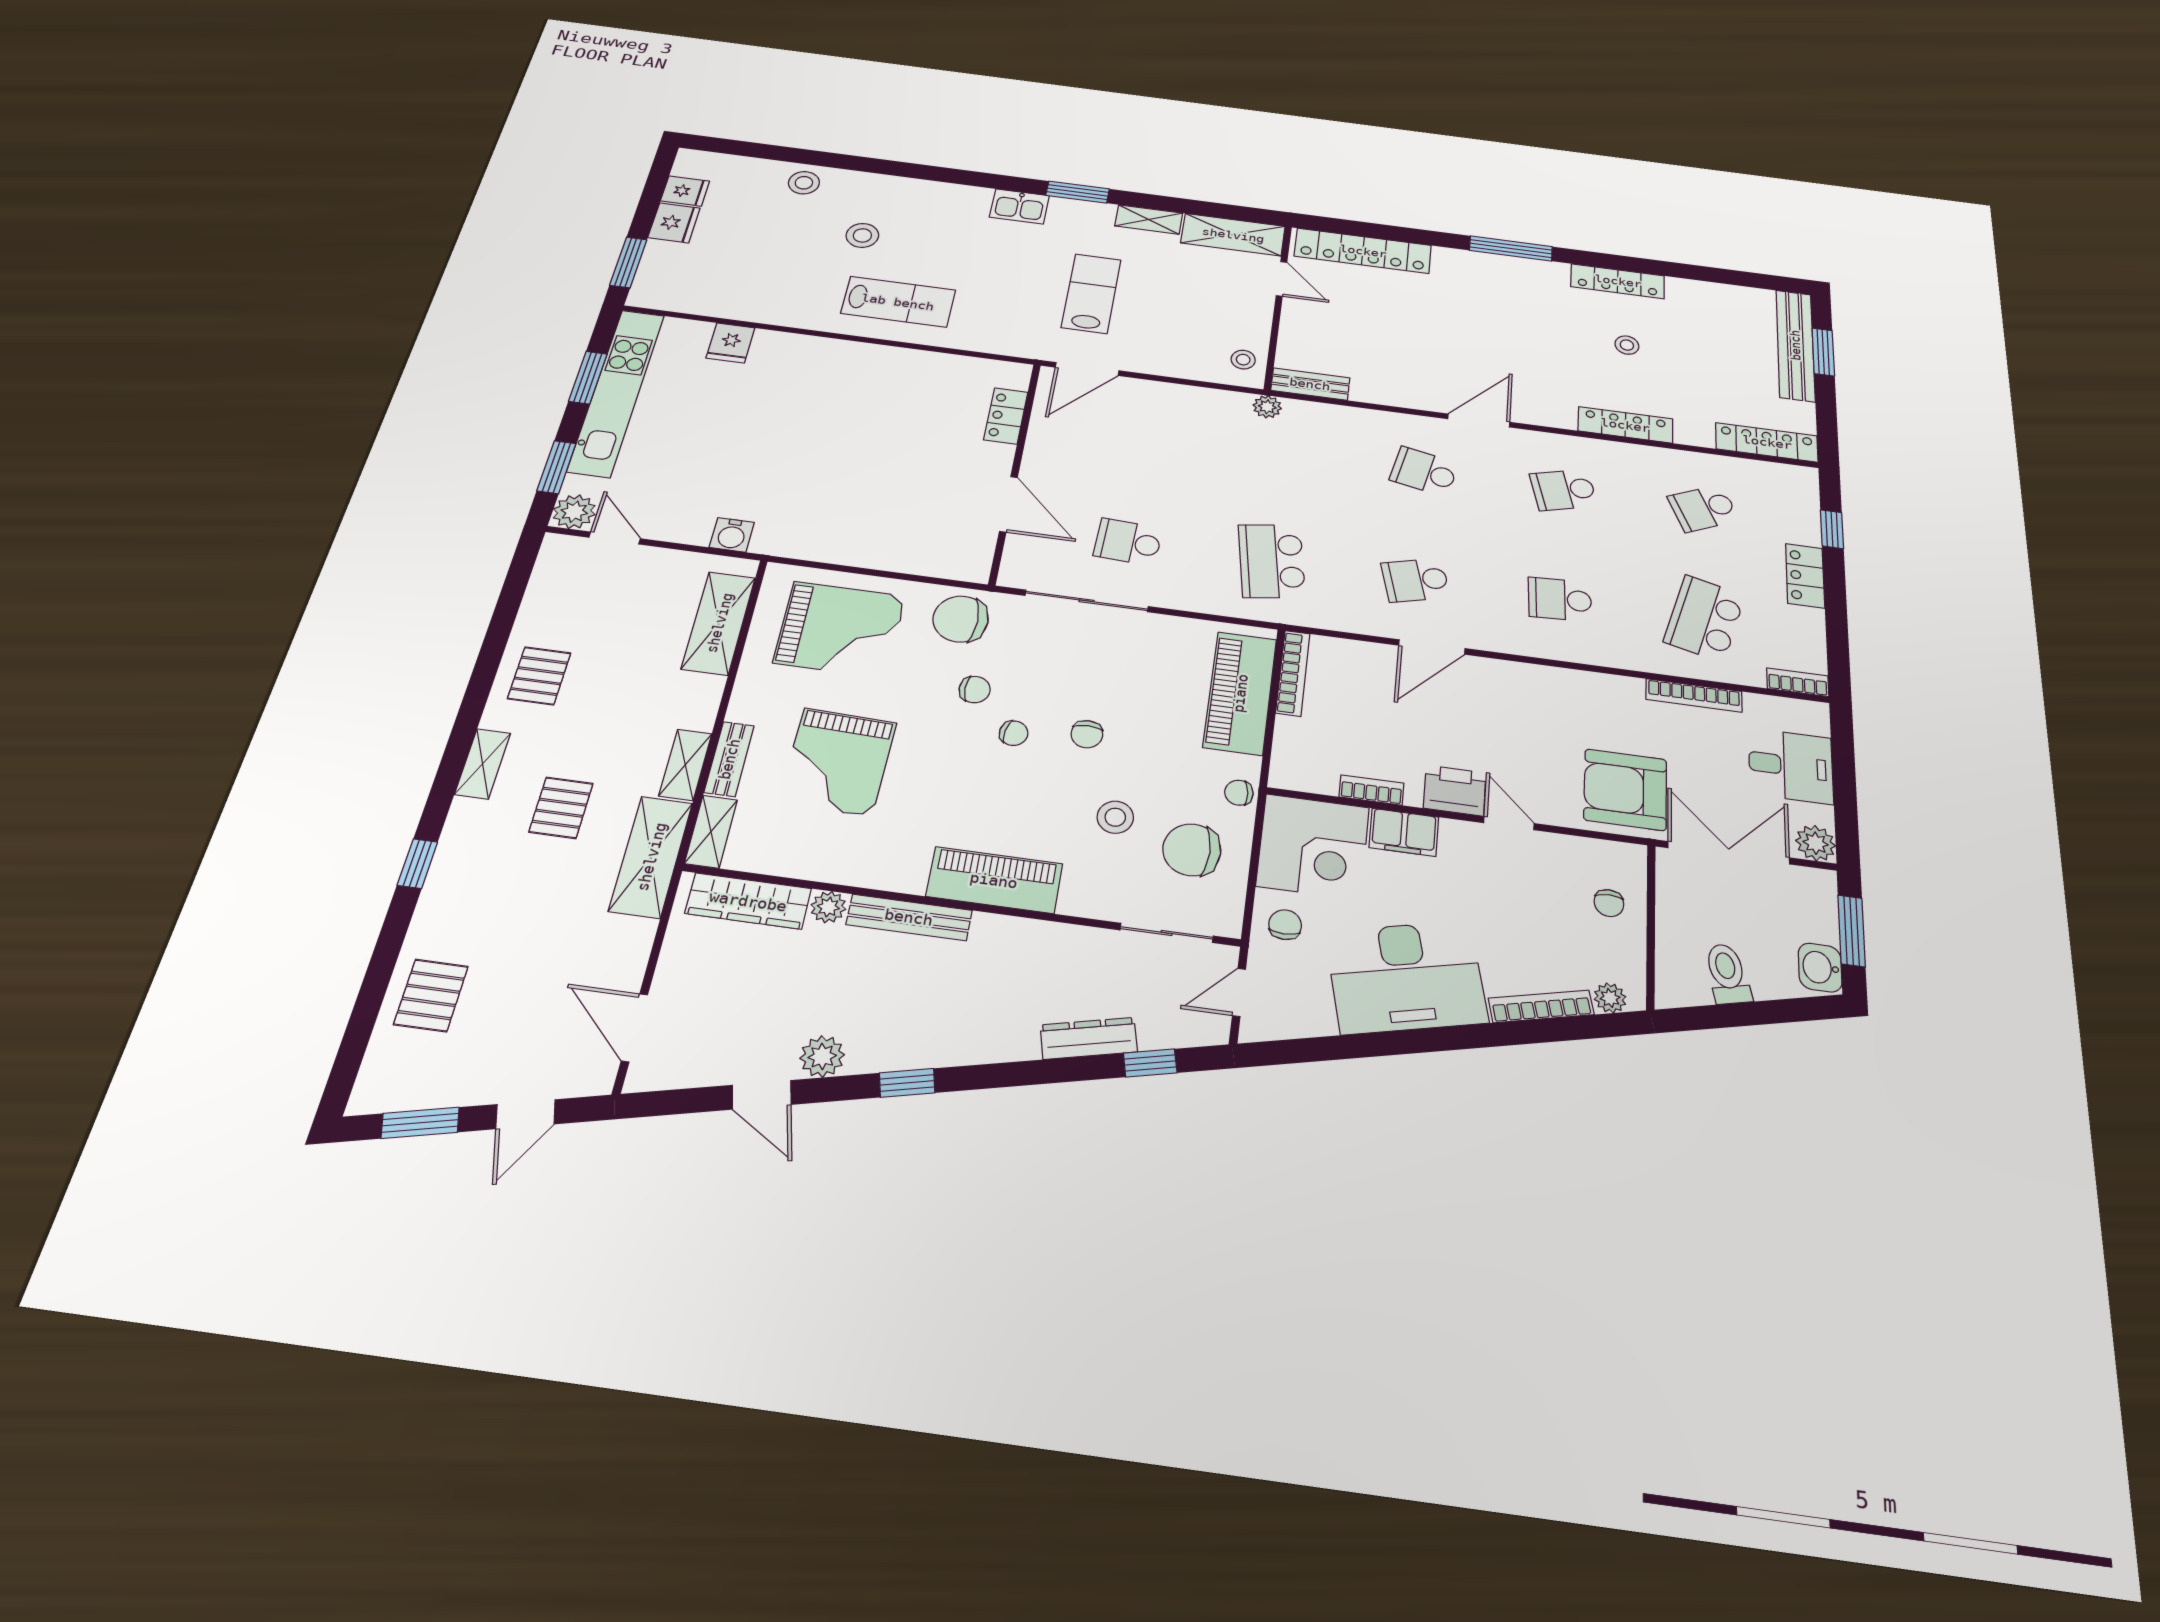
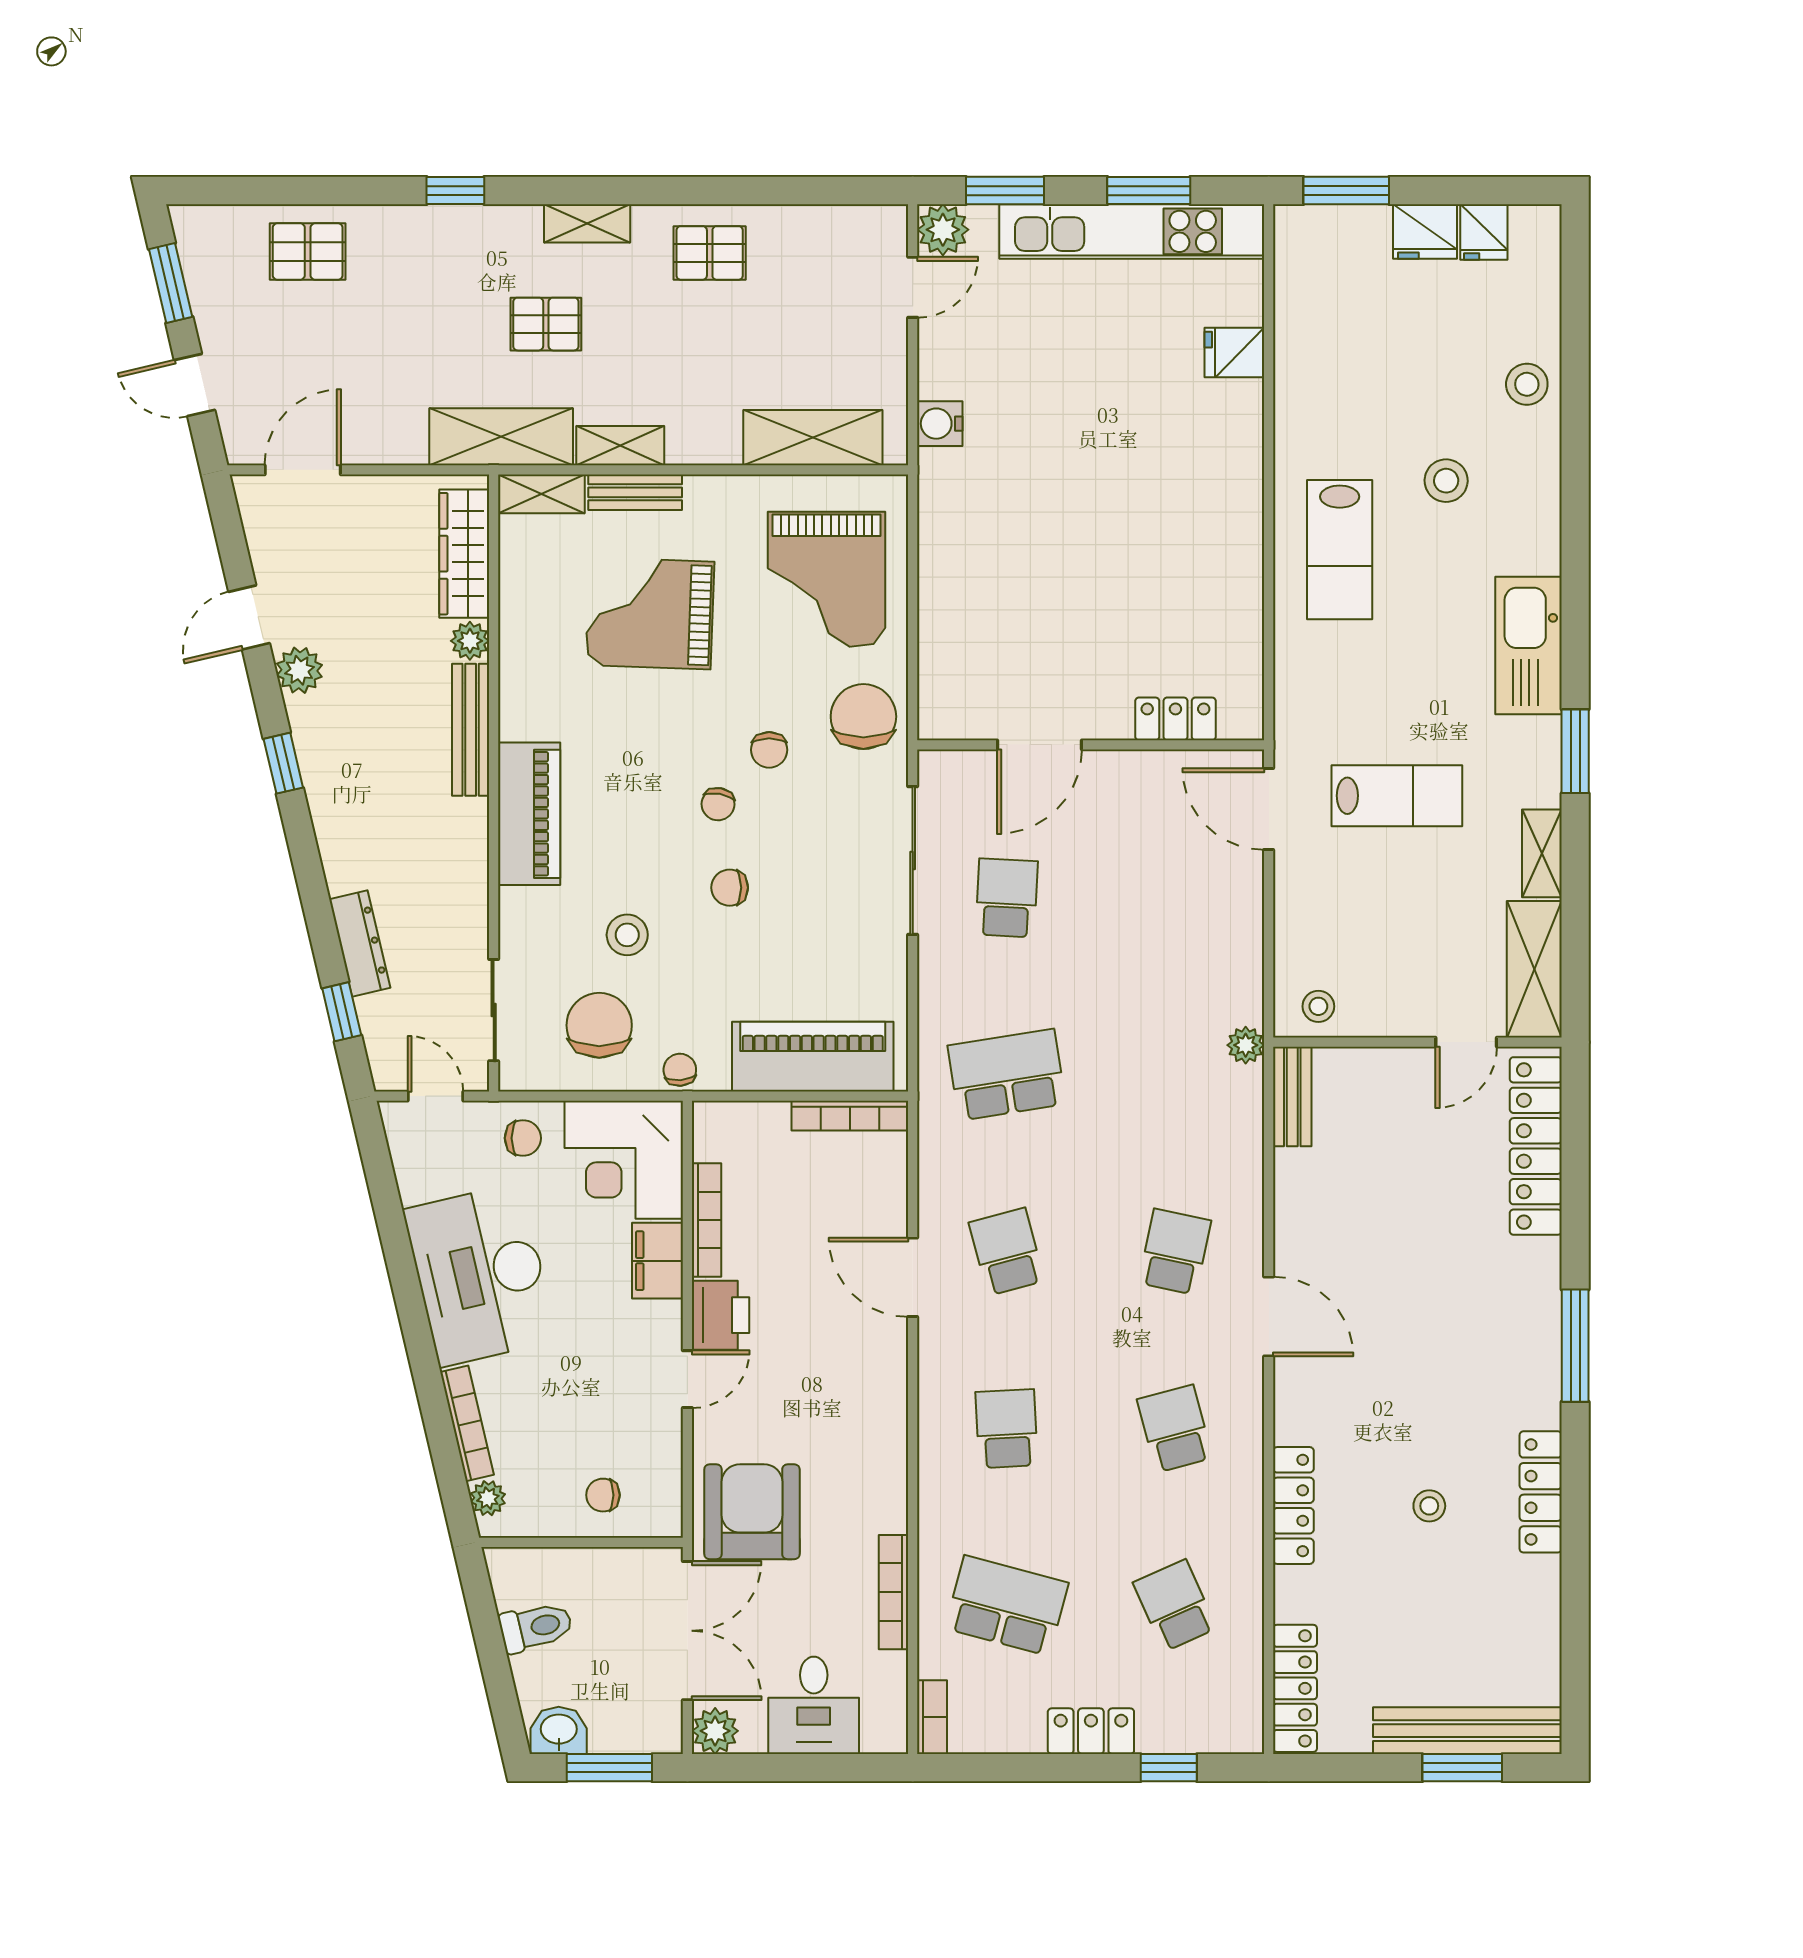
kitchen sink: (1019, 206) -> (1529, 645), width x1.87, depth x1.24
bookcase: (1371, 790) -> (707, 1220), width x1.56

